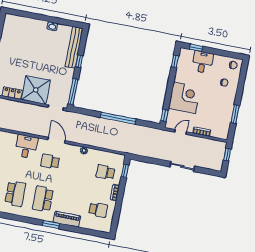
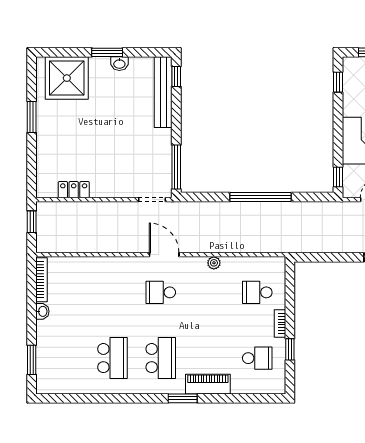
window: (47, 18) -> (107, 52), added
window: (79, 61) -> (176, 76), moved
shower: (36, 90) -> (67, 78), moved
desk: (26, 147) -> (115, 275), removed
window: (125, 171) -> (290, 349), moved
school desk: (43, 199) -> (161, 358), turned 180

